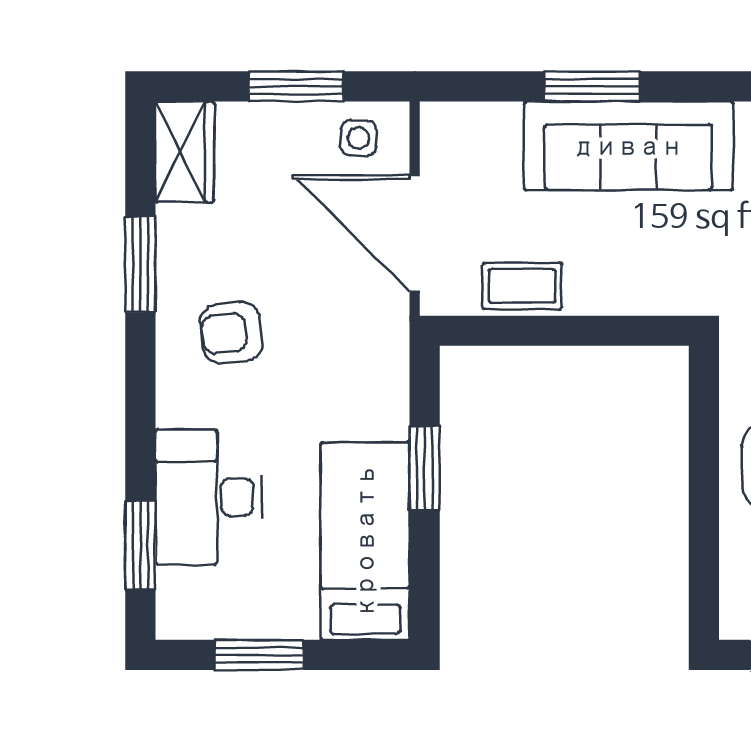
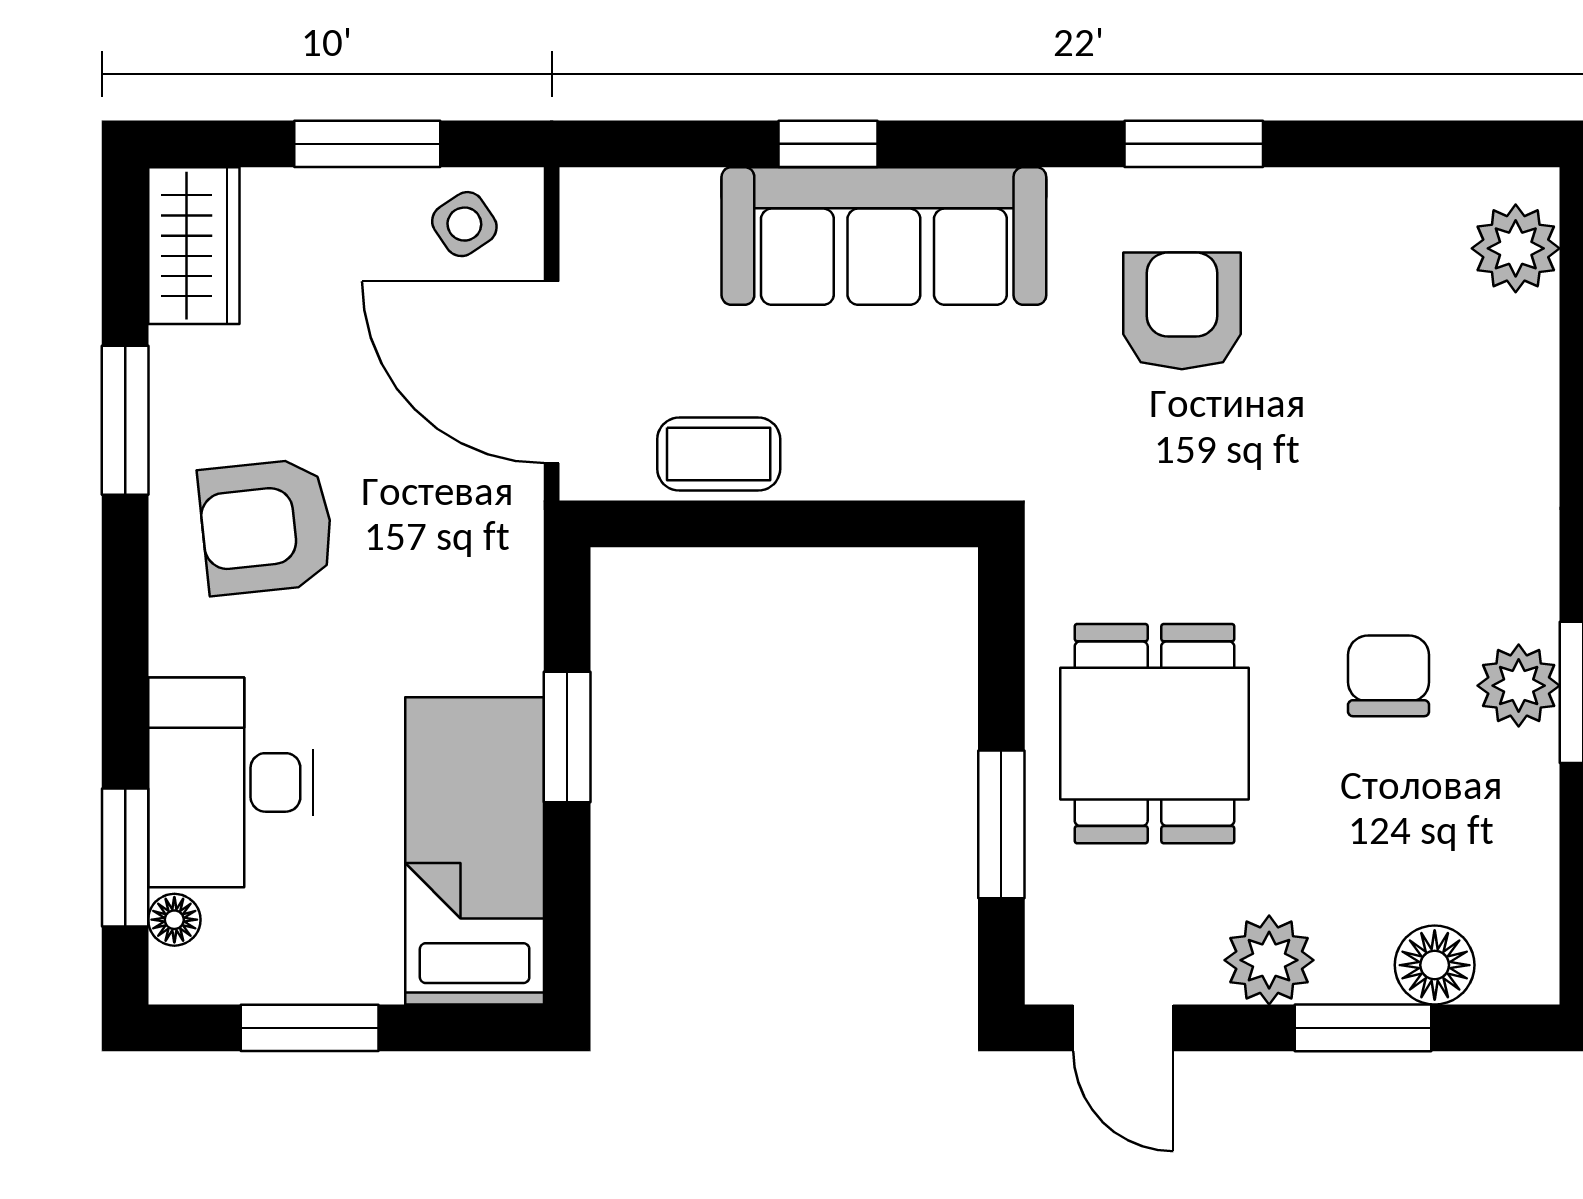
window: (592, 86) -> (828, 144), width x0.67
side table: (359, 138) -> (464, 224), turned -36
armchair: (231, 333) -> (266, 527), width x1.38, depth x1.38
window: (704, 524) -> (1001, 824), added
floor lamp: (172, 585) -> (174, 920), added

